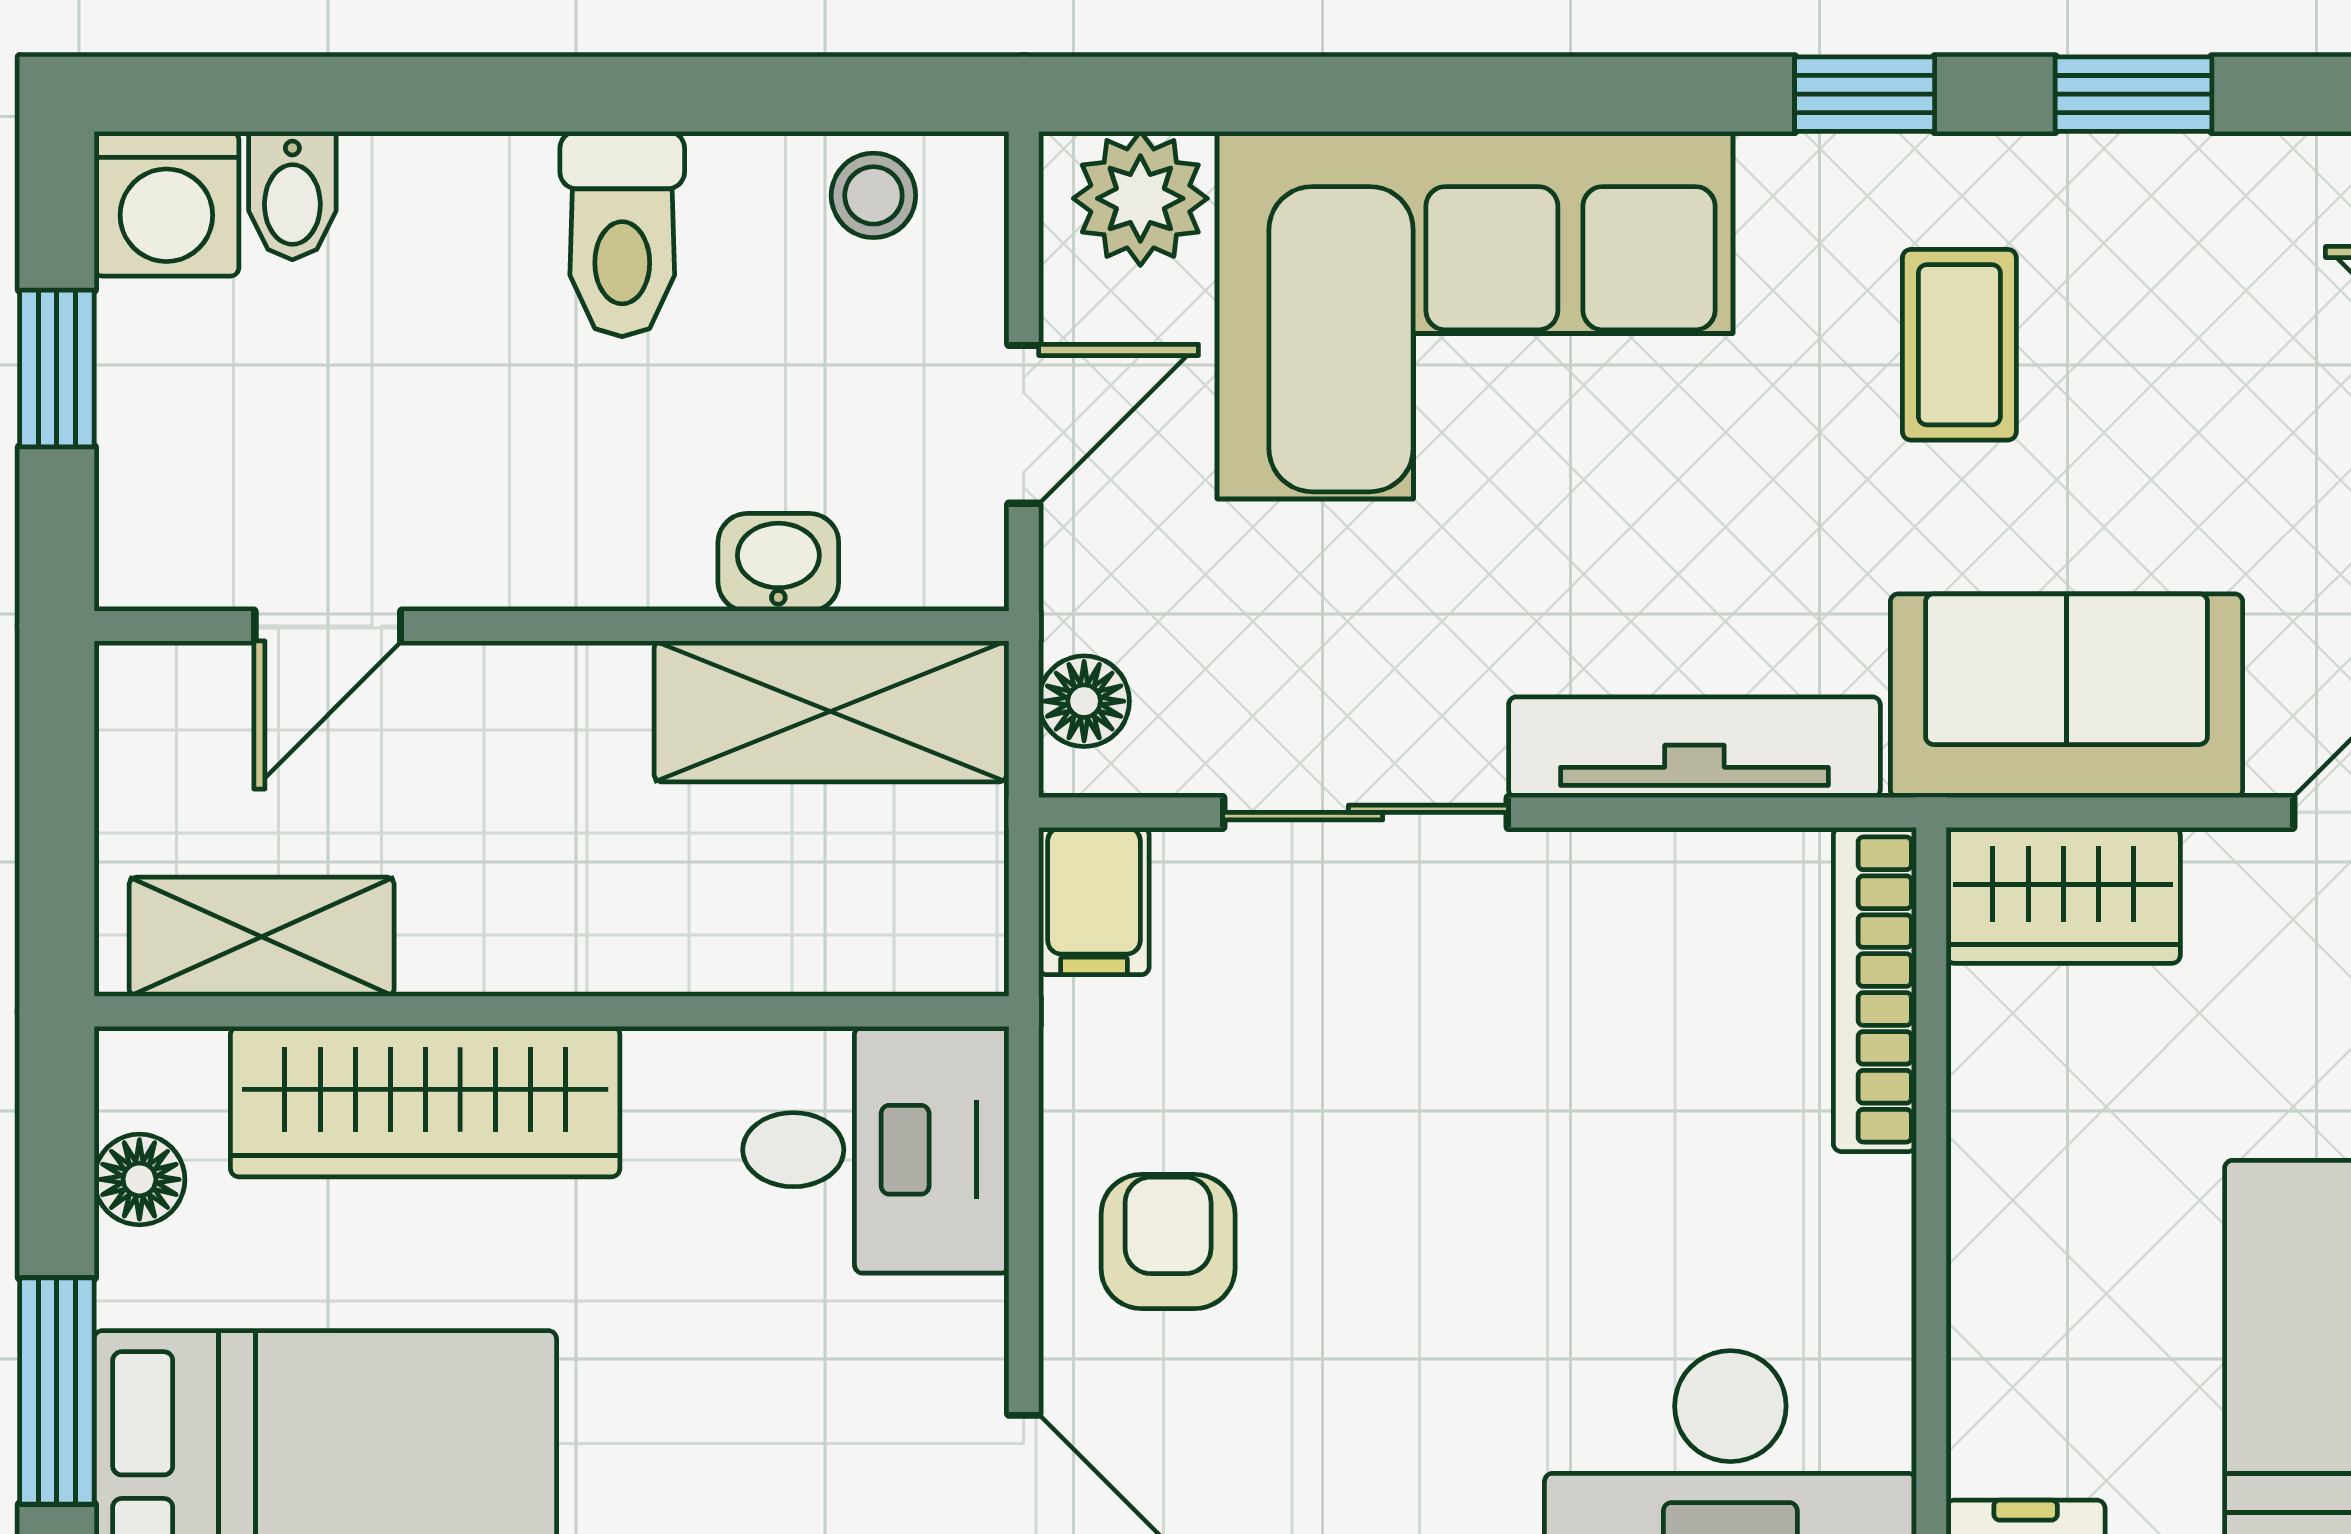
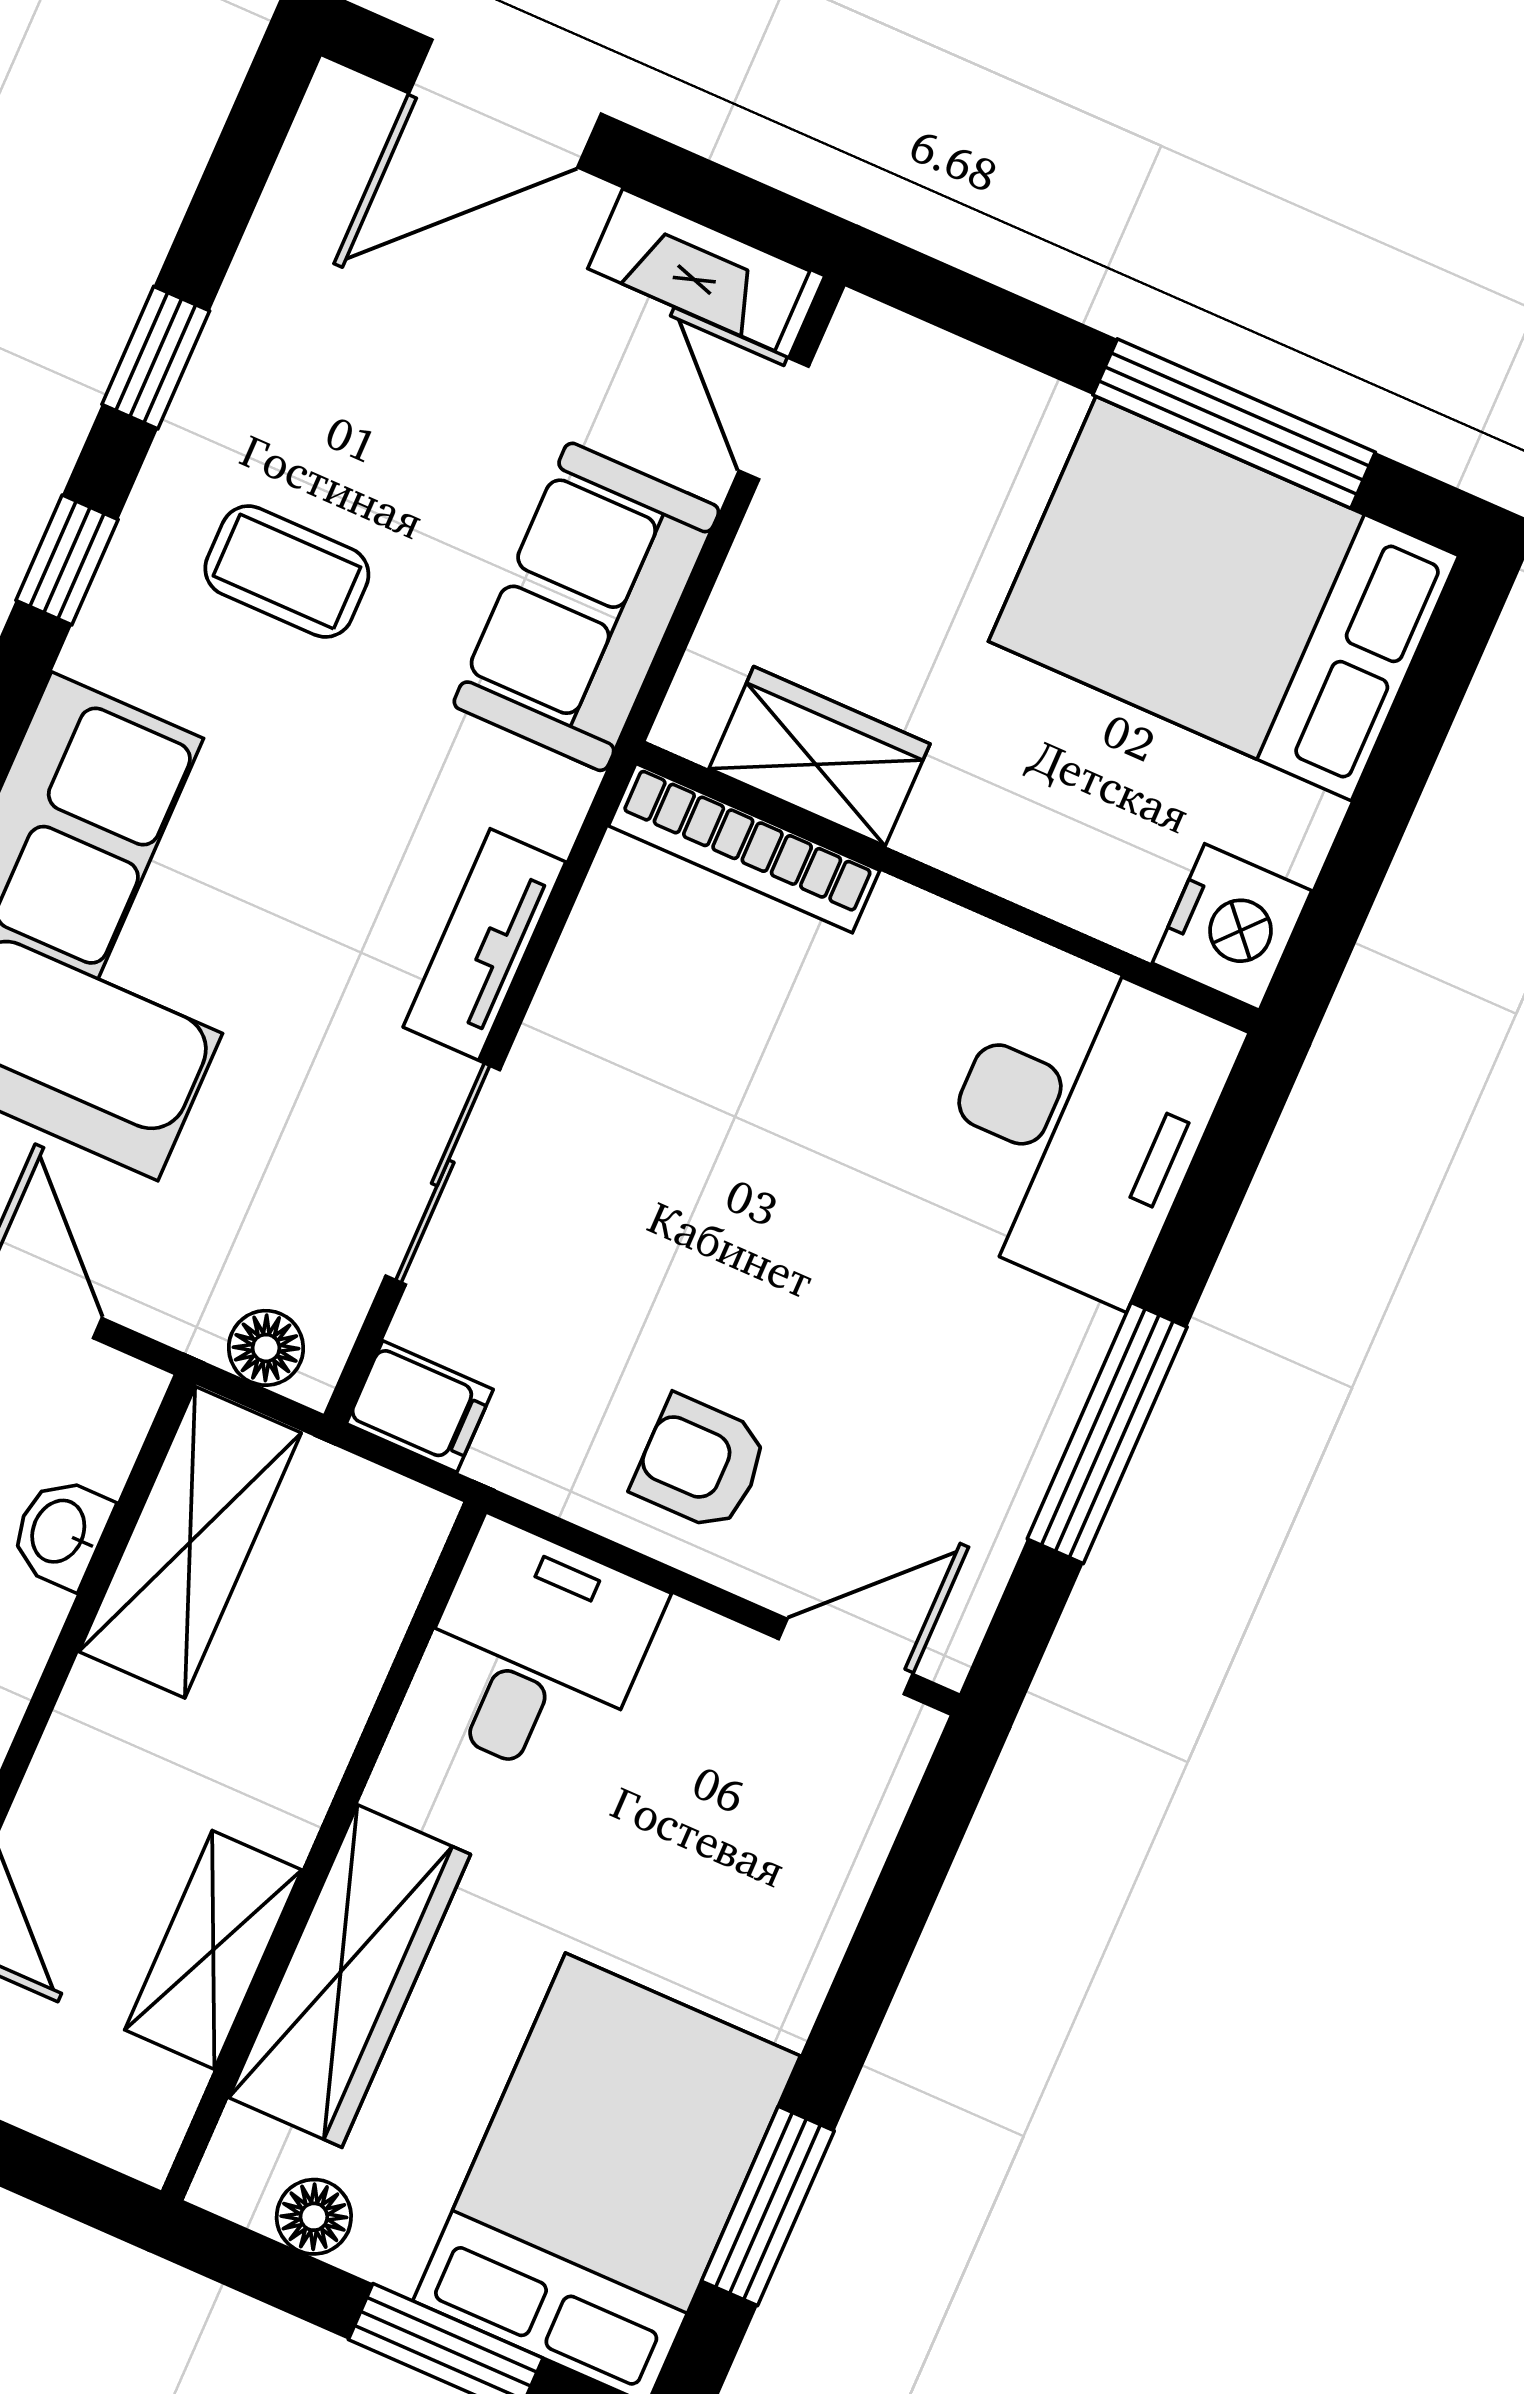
tv unit: (1694, 747) -> (484, 944), width x0.71
wardrobe: (2063, 895) -> (819, 756), moved, turned -90
shelving: (262, 937) -> (213, 1950), moved

